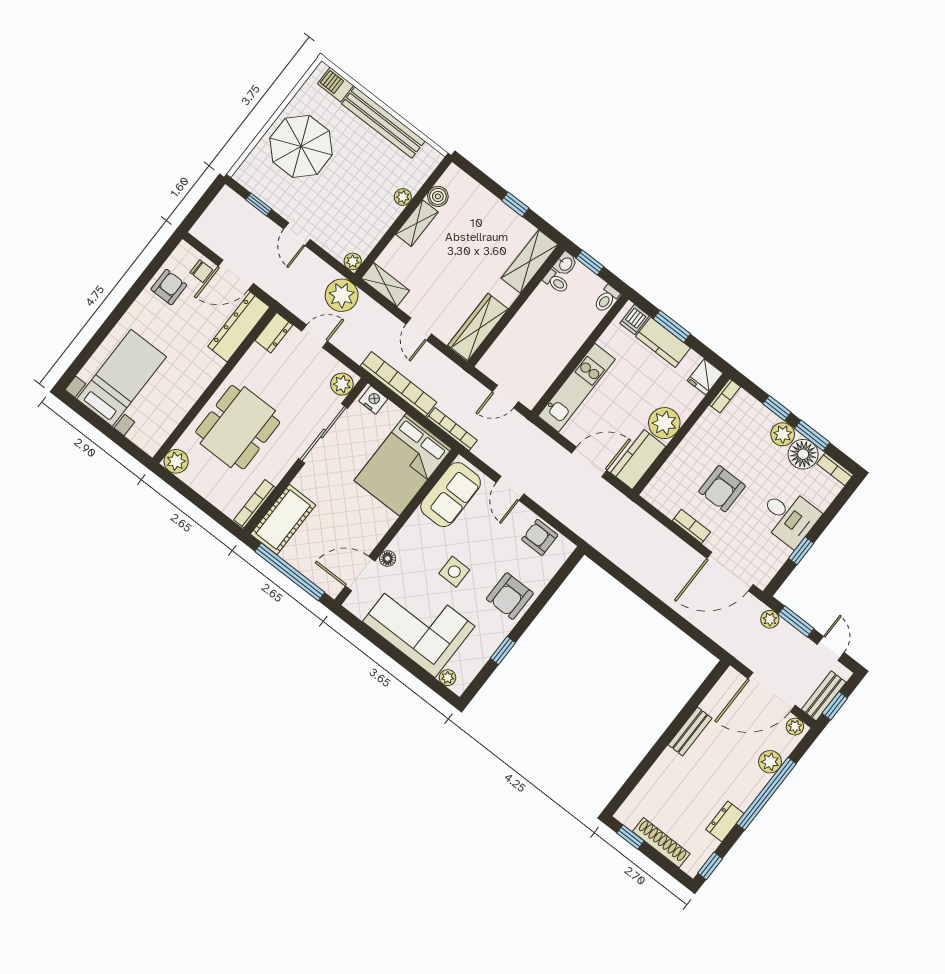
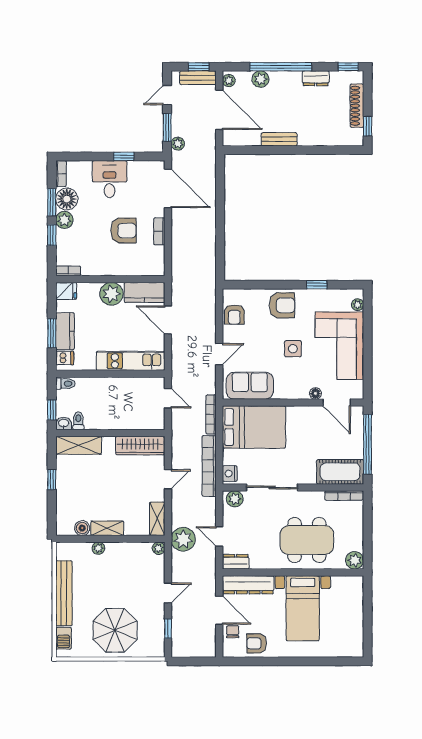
bed with nightstands: (122, 378) -> (303, 608), moved, turned -90

